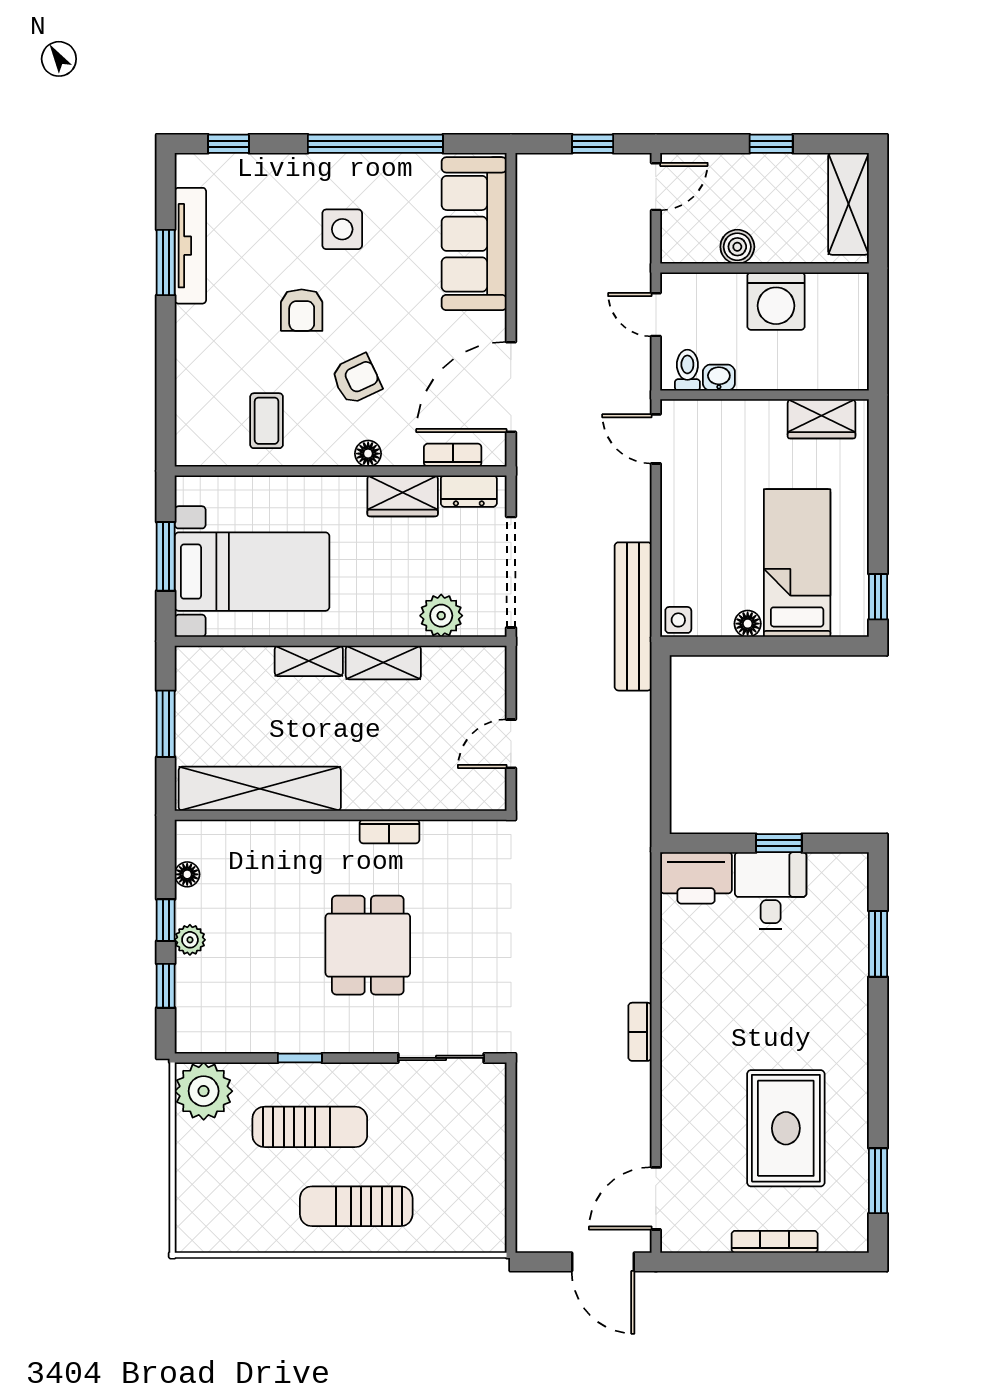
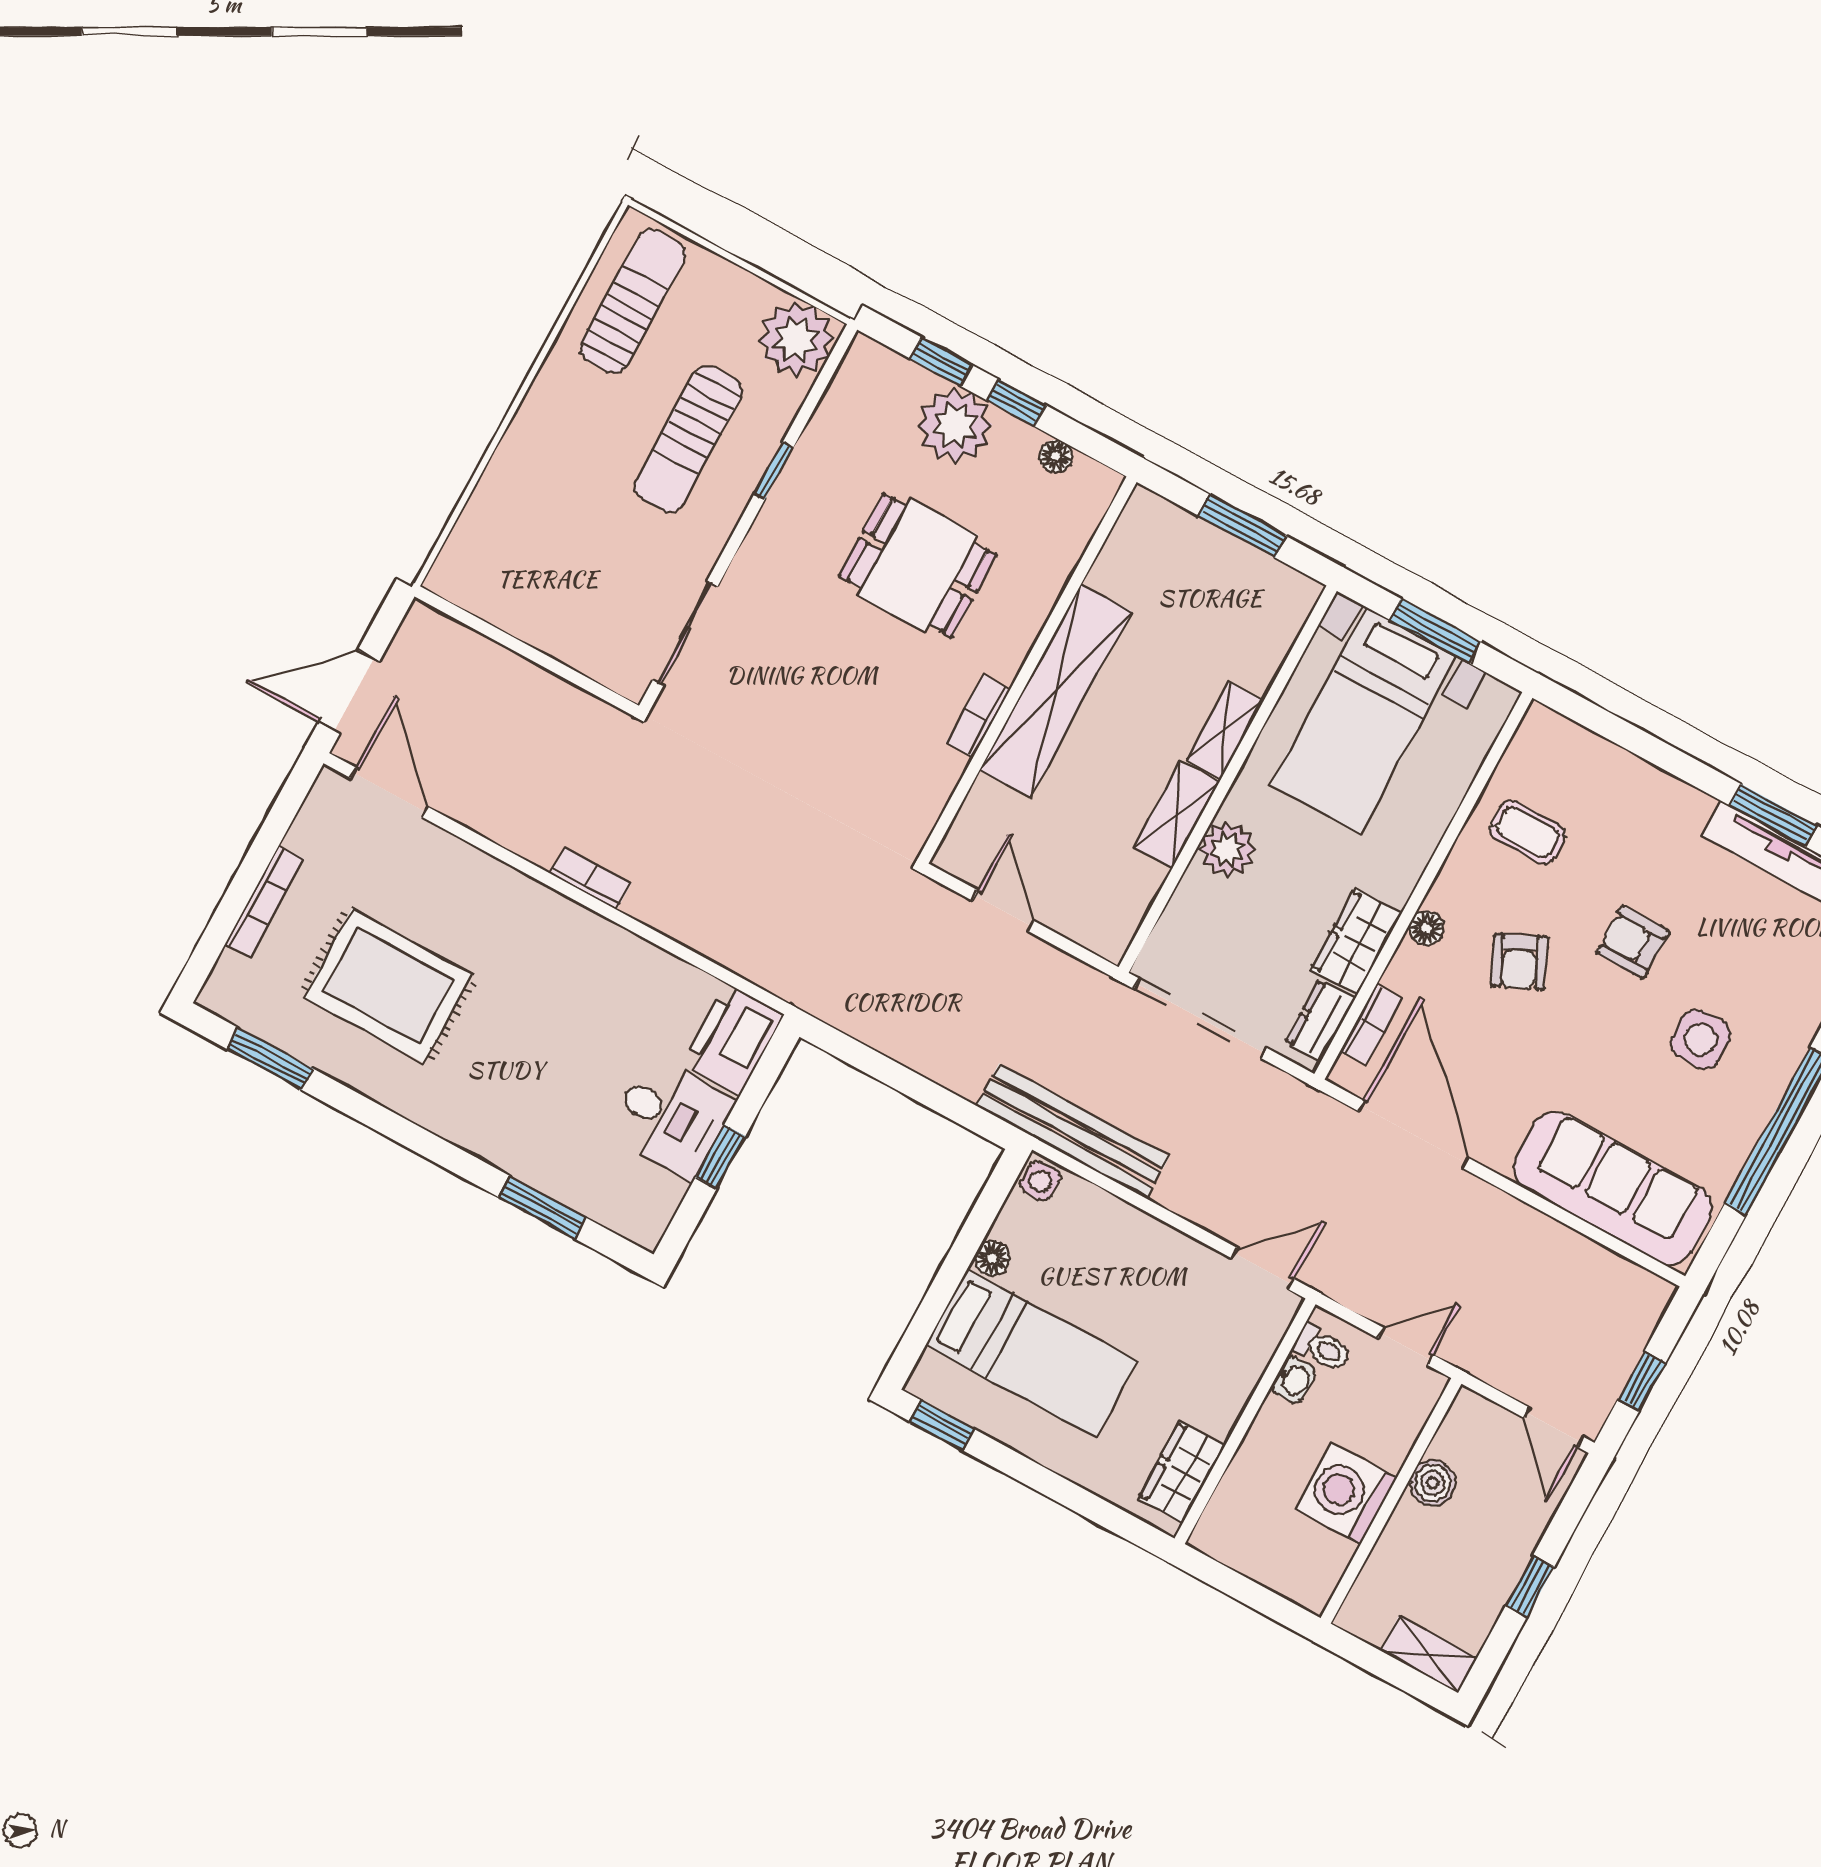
shelving: (849, 204) -> (1429, 1654), width x0.67, depth x0.75
plant: (441, 616) -> (1227, 850), moved
shelving: (260, 789) -> (1056, 691), moved
plant: (190, 940) -> (955, 425), width x1.88, depth x1.88
dining table: (368, 945) -> (918, 565), moved
sun lounger: (356, 1206) -> (633, 301), moved

